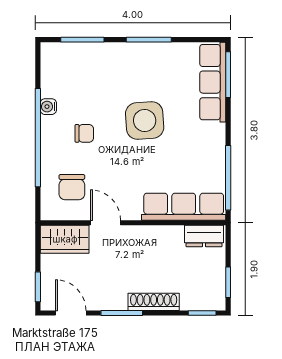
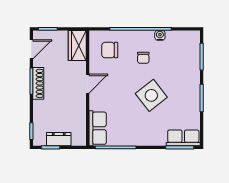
row of seats: (213, 82) -> (183, 138), width x0.68
side table: (145, 121) -> (151, 95), turned -34
row of seats: (184, 207) -> (98, 128), width x0.68
door: (105, 223) -> (88, 84), moved
dresser: (204, 236) -> (59, 139), moved, turned 90
shoe rack: (154, 302) -> (38, 83), moved

